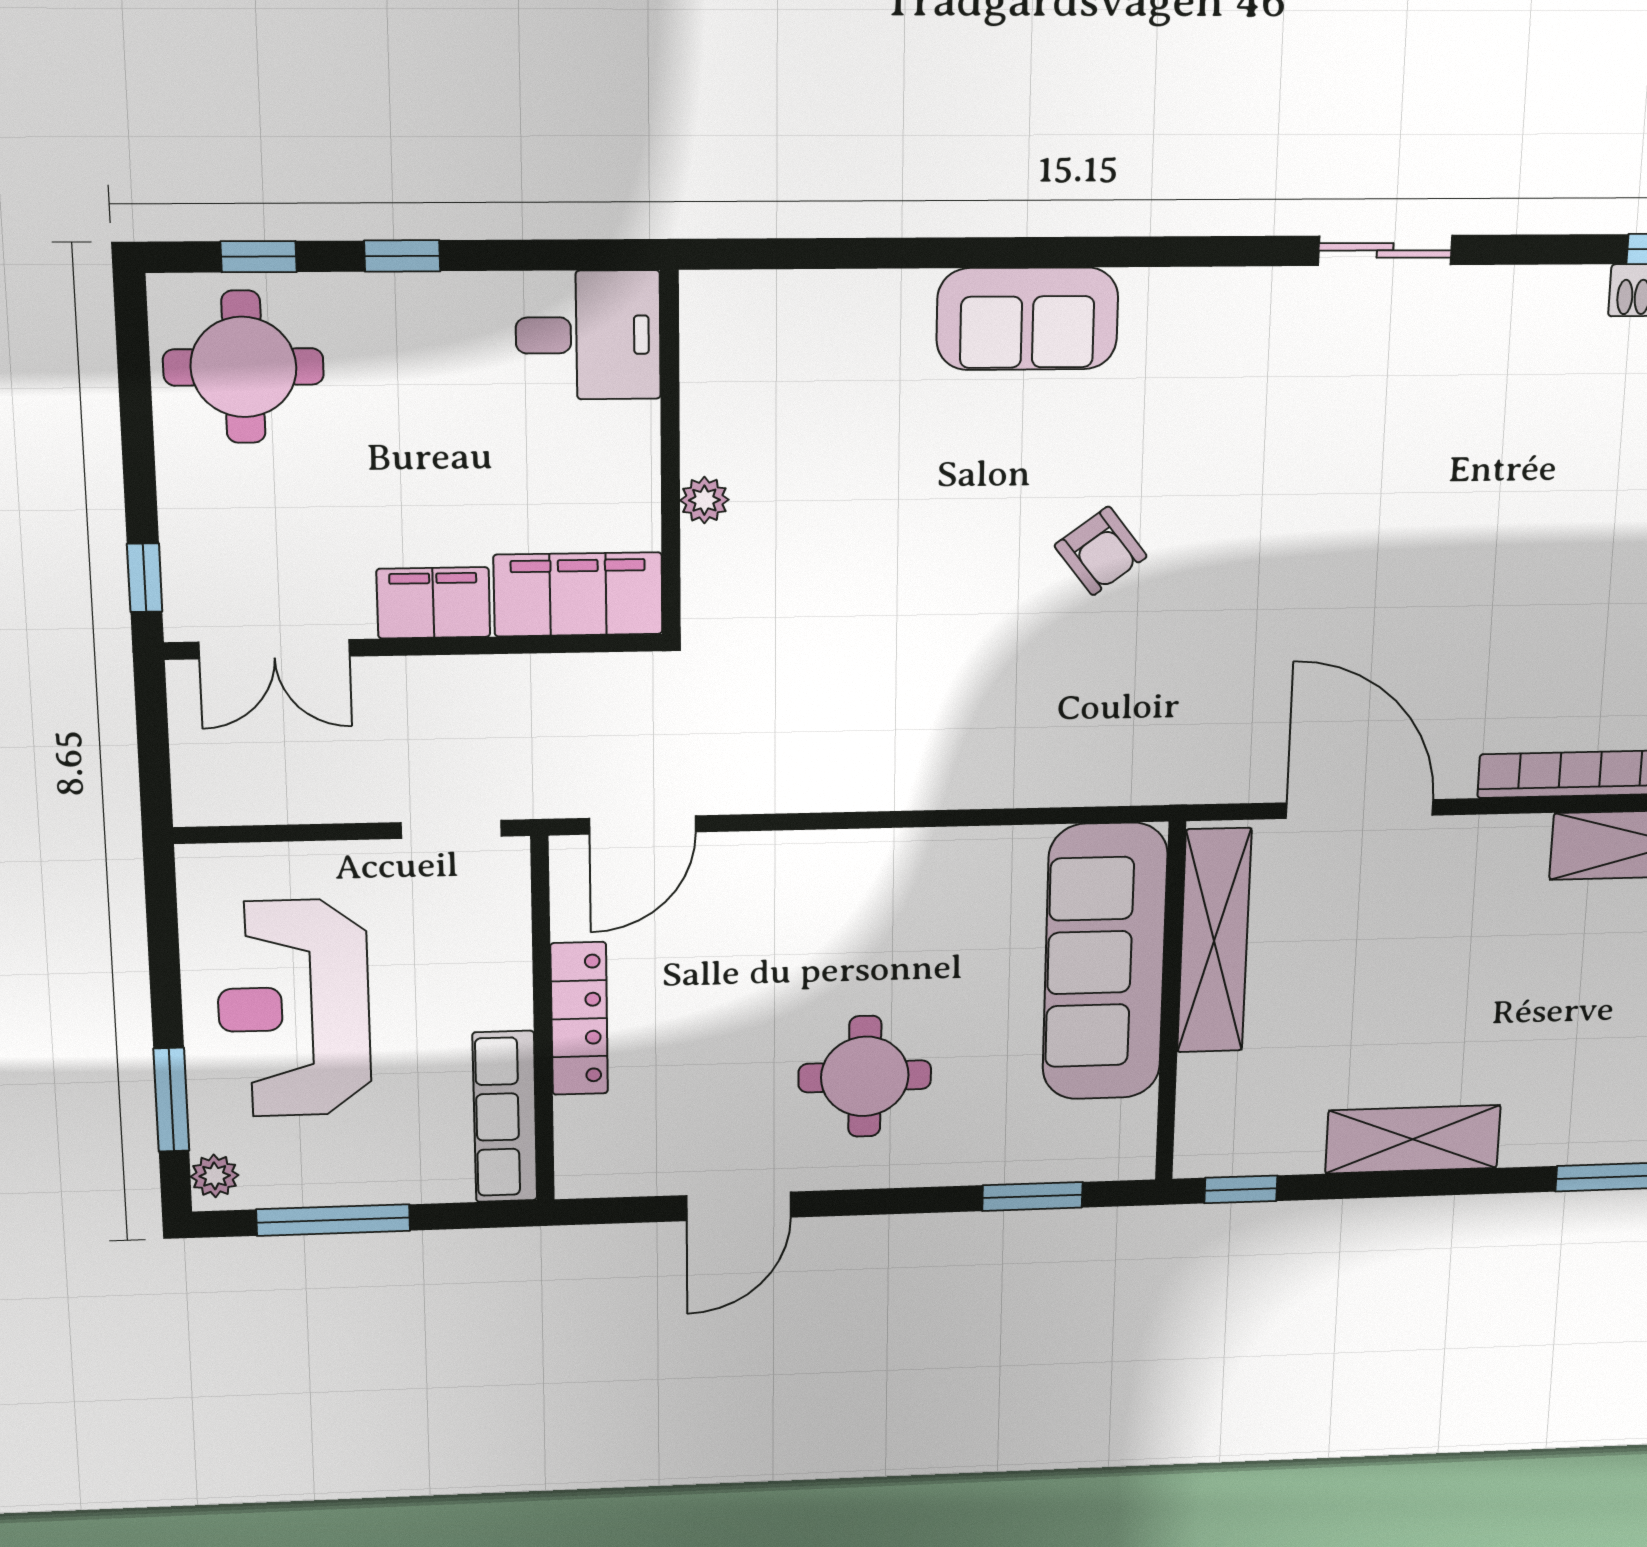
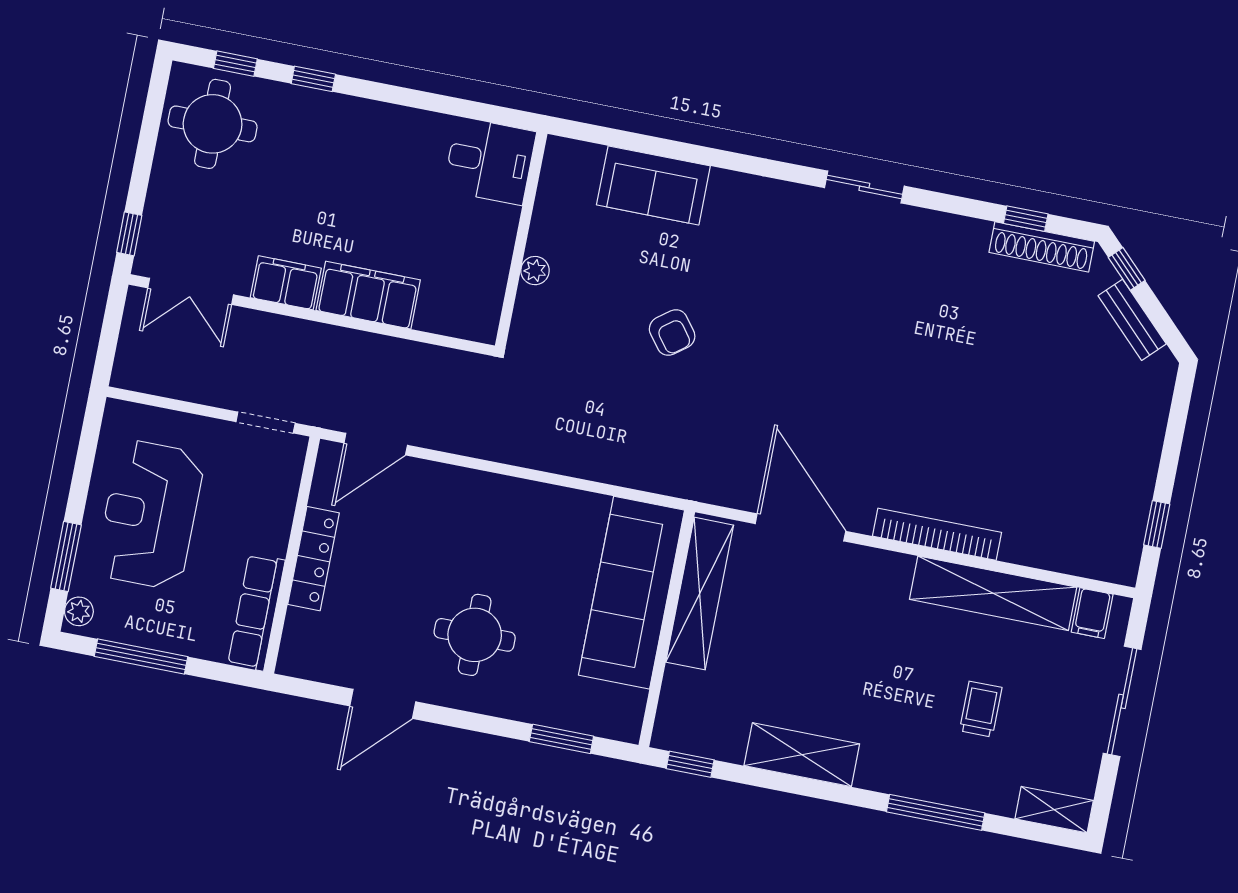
desk: (588, 335) -> (490, 161), moved
wall: (670, 455) -> (521, 240), moved
plant: (704, 500) -> (535, 271), moved

